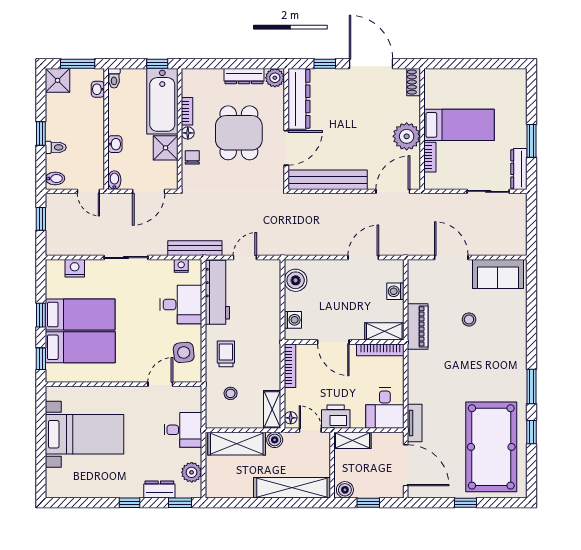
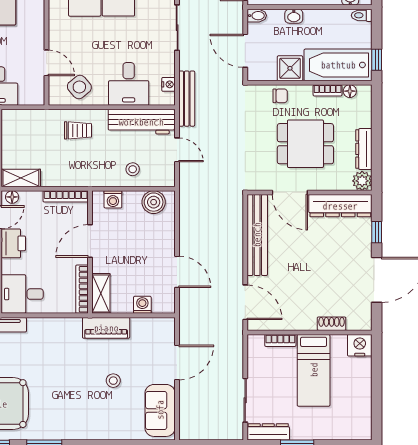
nightstand: (435, 80) -> (360, 345), added
shoe rack: (414, 82) -> (332, 324), moved
floor lamp: (188, 133) -> (350, 91), moved
plant: (407, 136) -> (302, 316), removed
side table: (184, 352) -> (79, 87), turned -34
stool: (231, 393) -> (133, 169), moved

